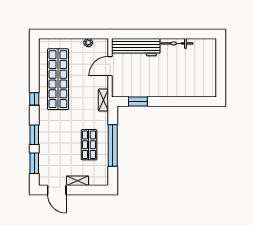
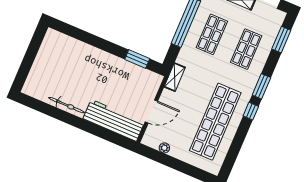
window: (34, 135) -> (261, 86), moved
shop shelf: (58, 145) -> (246, 49), added

